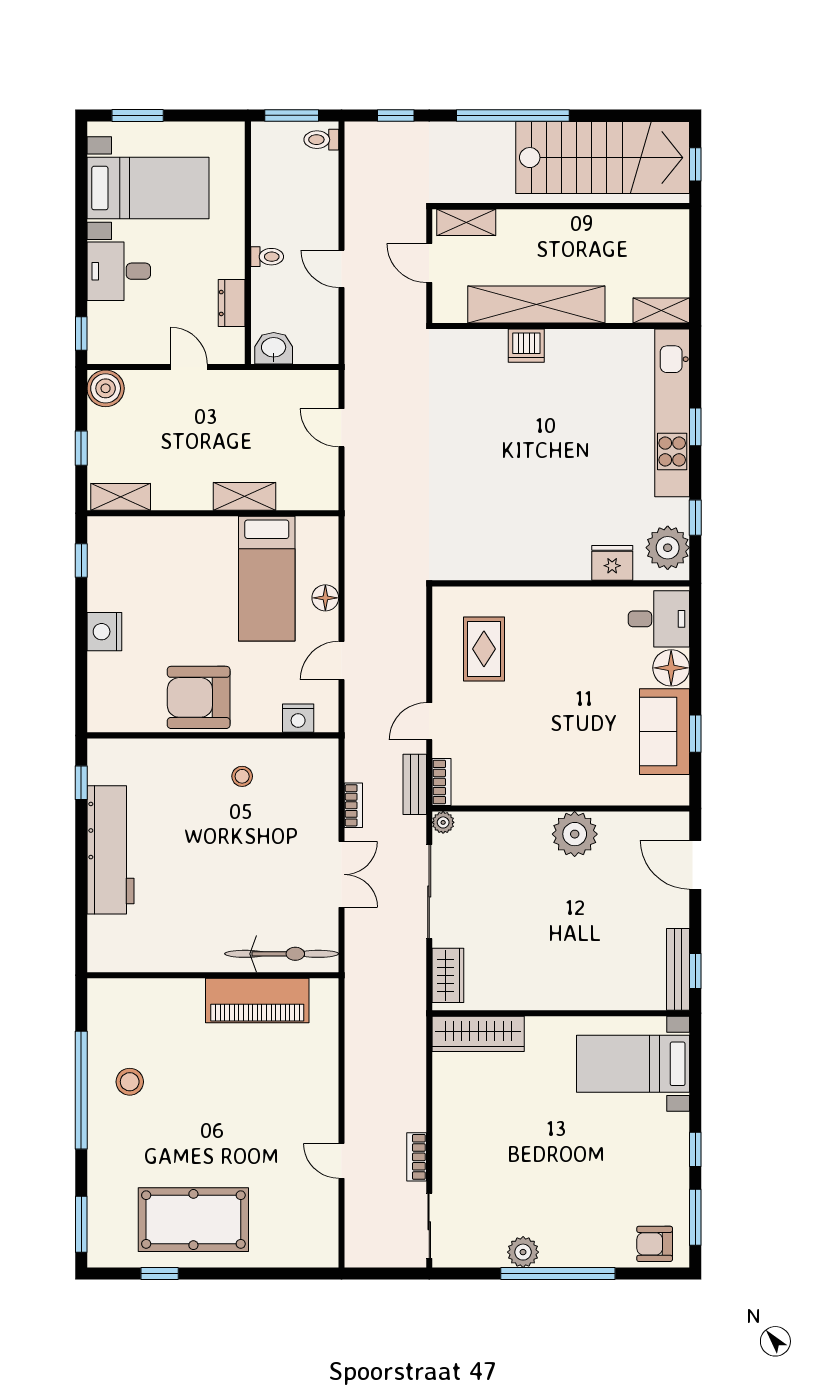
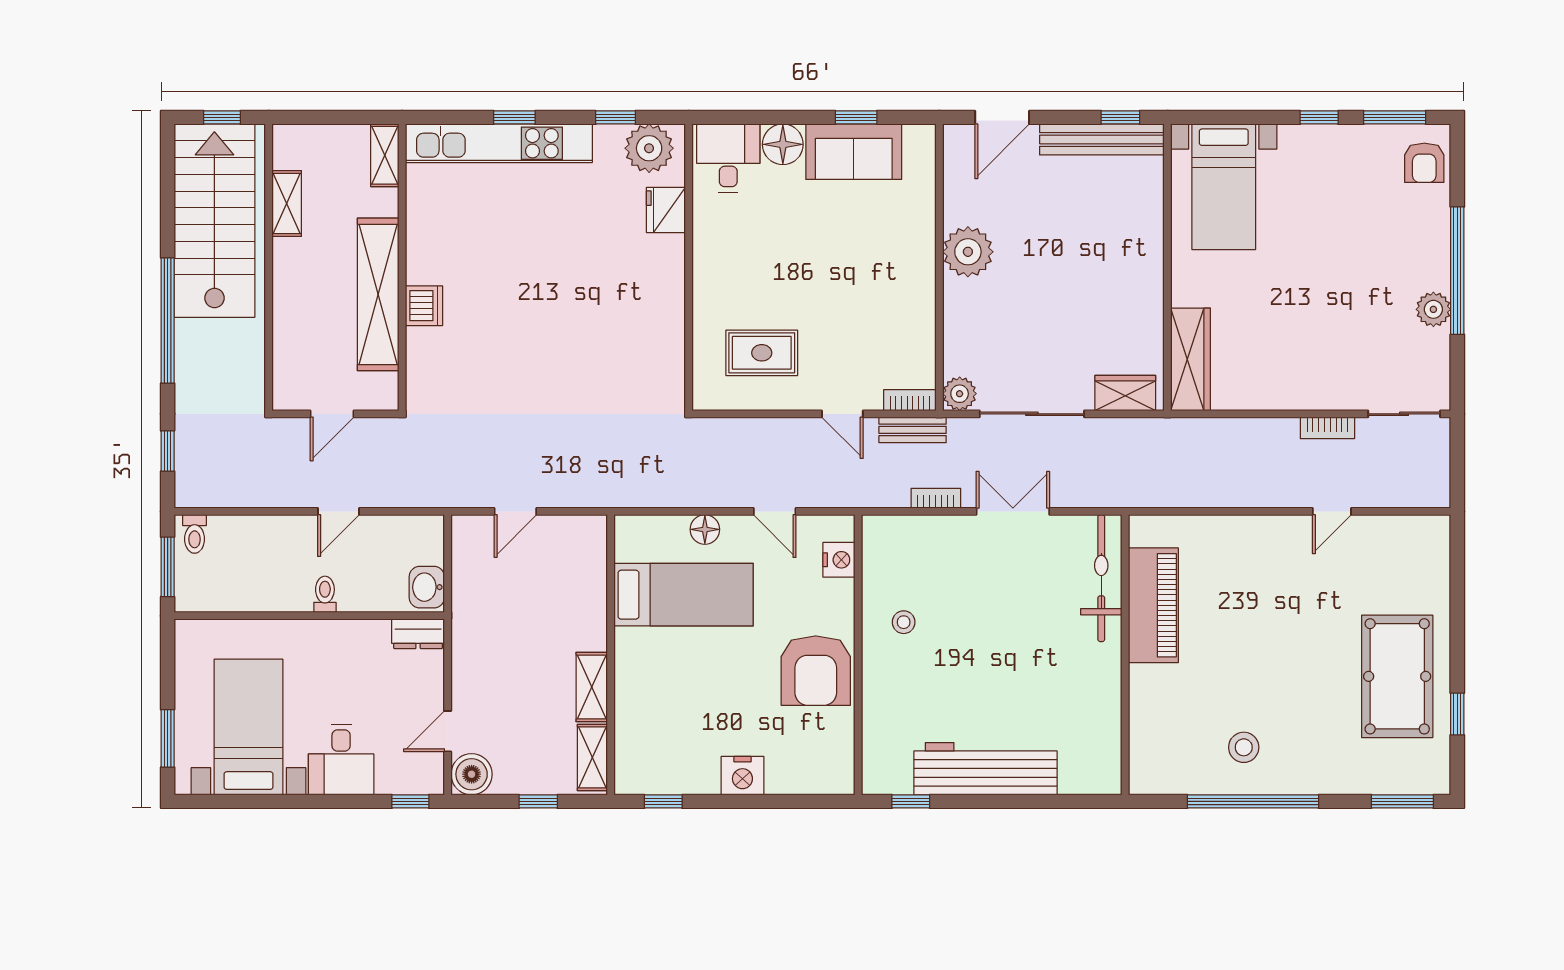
shelving: (466, 222) -> (287, 204), moved
dresser: (232, 303) -> (418, 634), moved
door: (189, 367) -> (448, 731), moved
shelving: (244, 496) -> (592, 687), moved
plant: (443, 822) -> (960, 394), width x1.38, depth x1.38
bench: (678, 969) -> (1102, 139), width x1.37, depth x1.21

